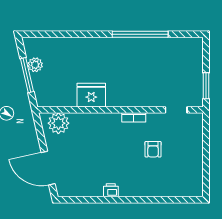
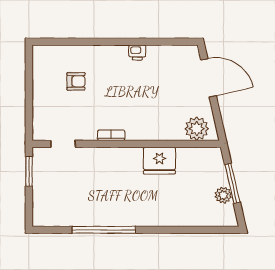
armchair: (153, 149) -> (76, 81), moved, turned 90

